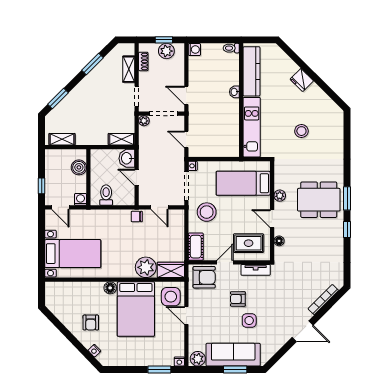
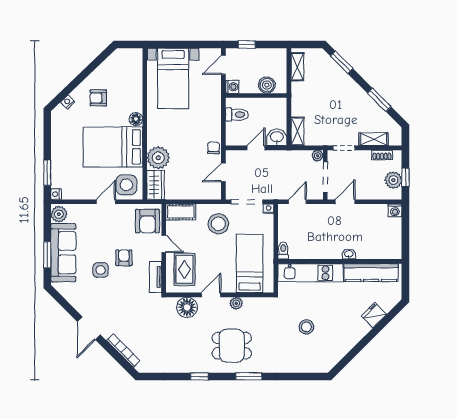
toilet: (231, 48) -> (283, 251), moved
fridge: (302, 80) -> (374, 315), moved
window: (347, 198) -> (249, 376), moved
dining table: (319, 200) -> (232, 346), width x0.73
floor lamp: (279, 241) -> (187, 307), width x1.89, depth x1.89

